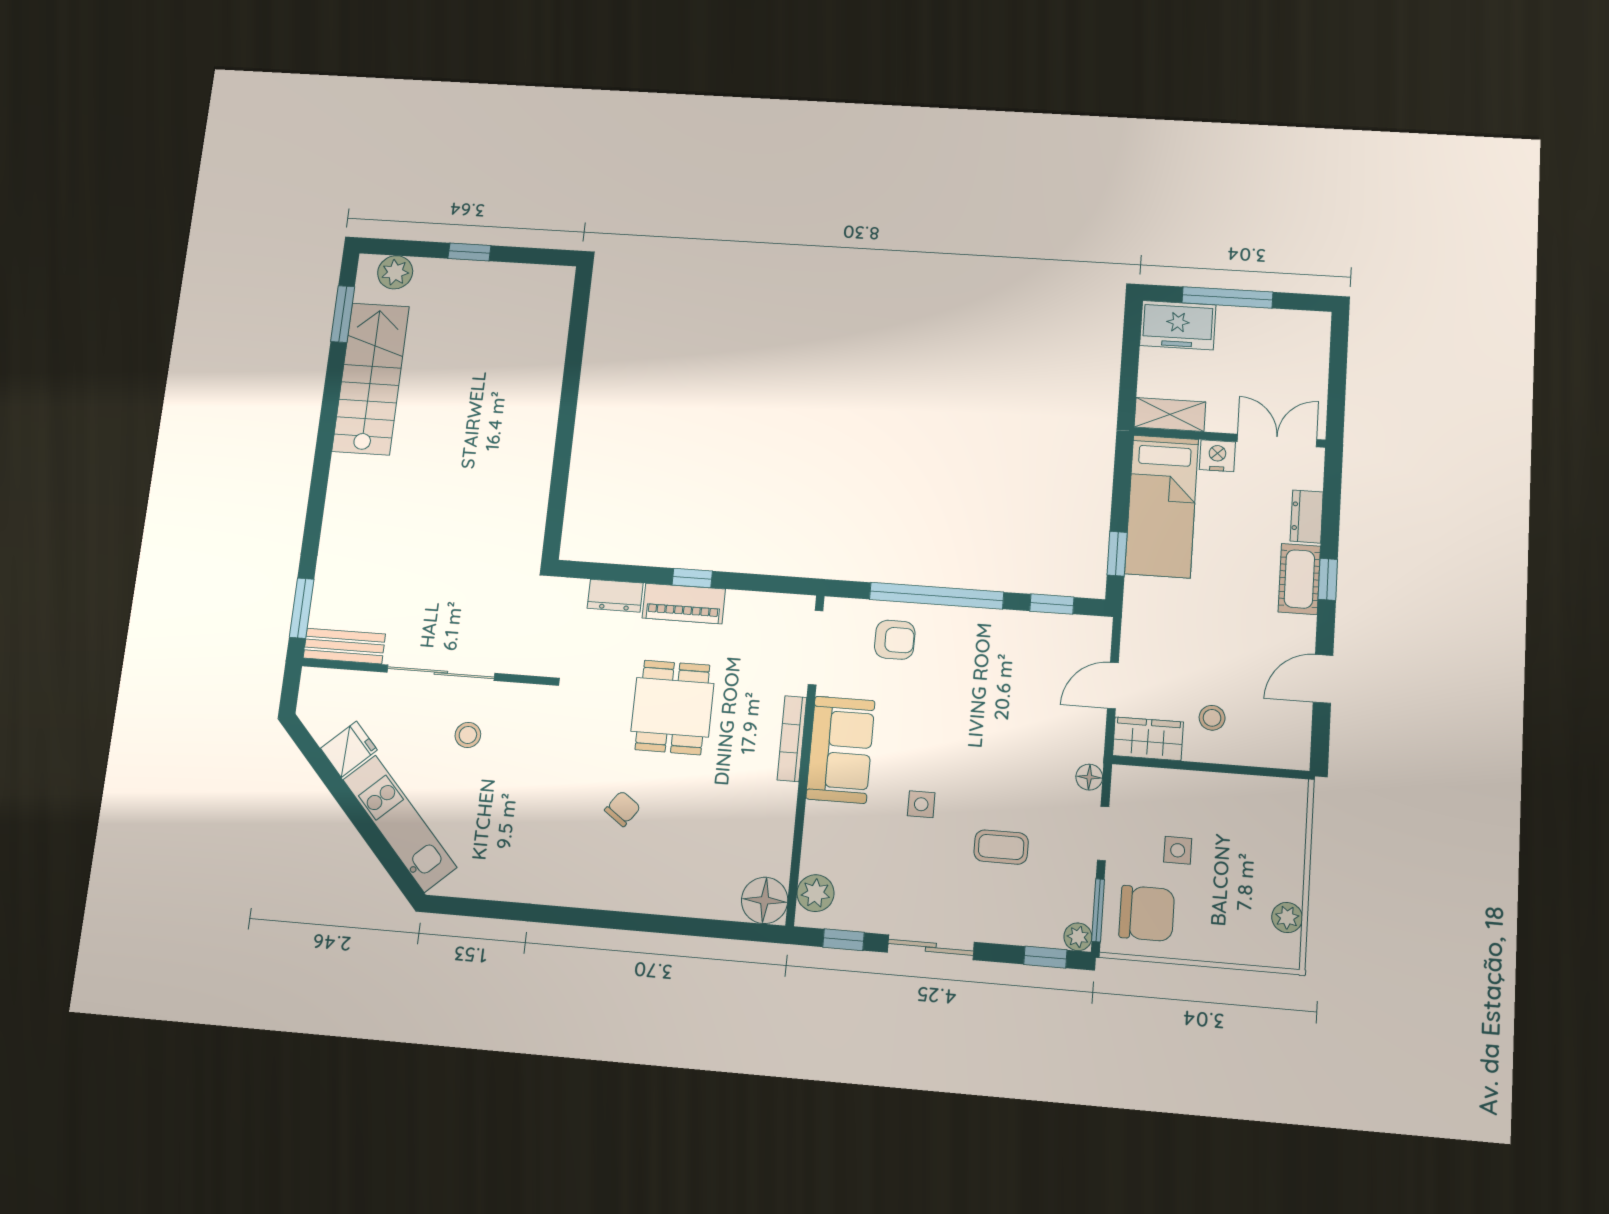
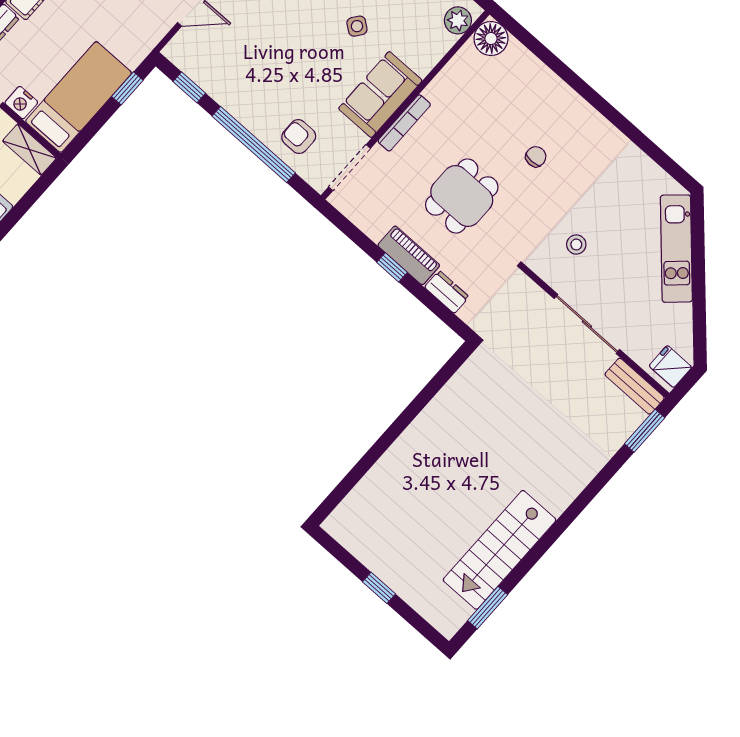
plant: (395, 272) -> (435, 610), removed
stool: (468, 735) -> (576, 244), moved
fridge: (349, 749) -> (670, 367), moved, turned 43
side table: (921, 804) -> (357, 26), turned 37
chair: (623, 809) -> (536, 157), turned 144

